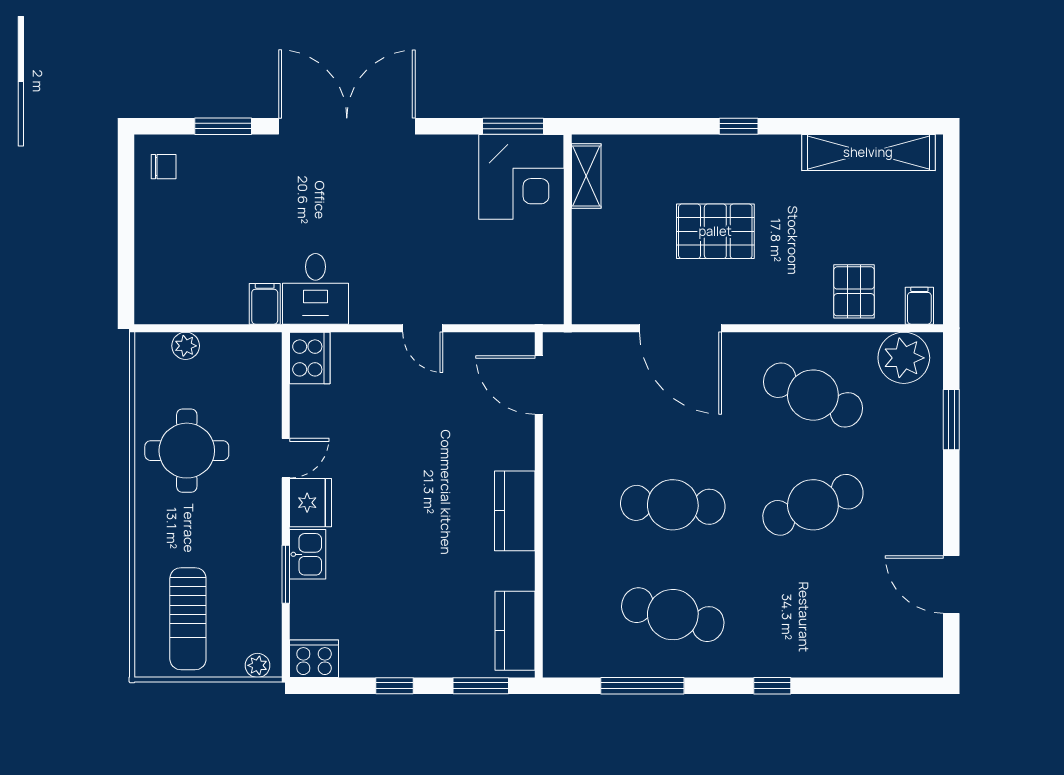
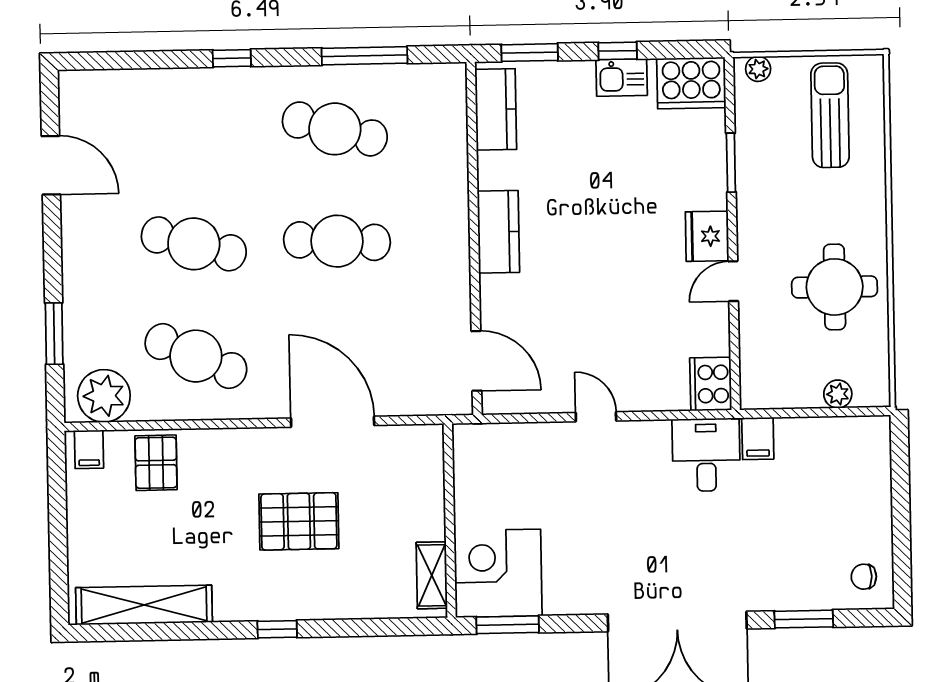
cafe table: (813, 505) -> (194, 244), turned 36
kitchen sink: (308, 554) -> (622, 77), moved, turned -90
cooker: (314, 659) -> (691, 83), width x1.37, depth x1.31

